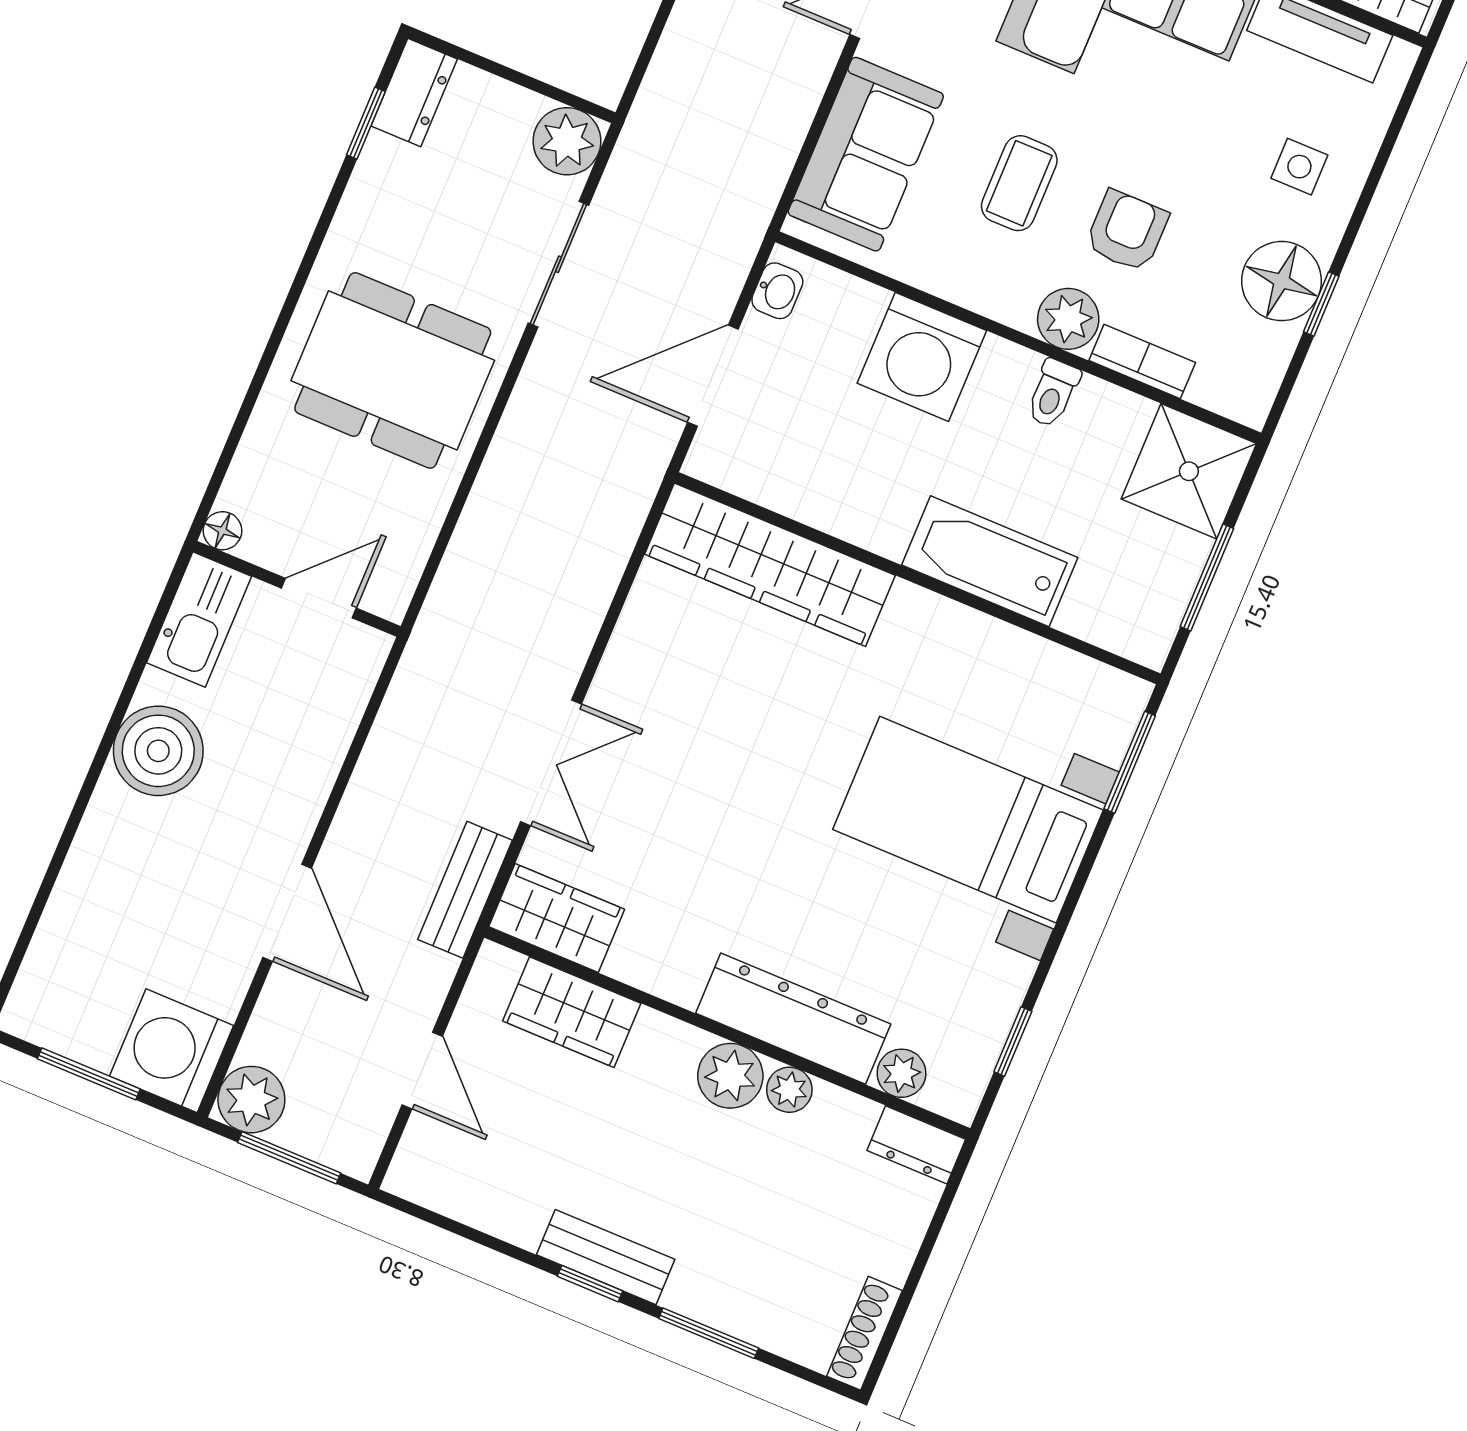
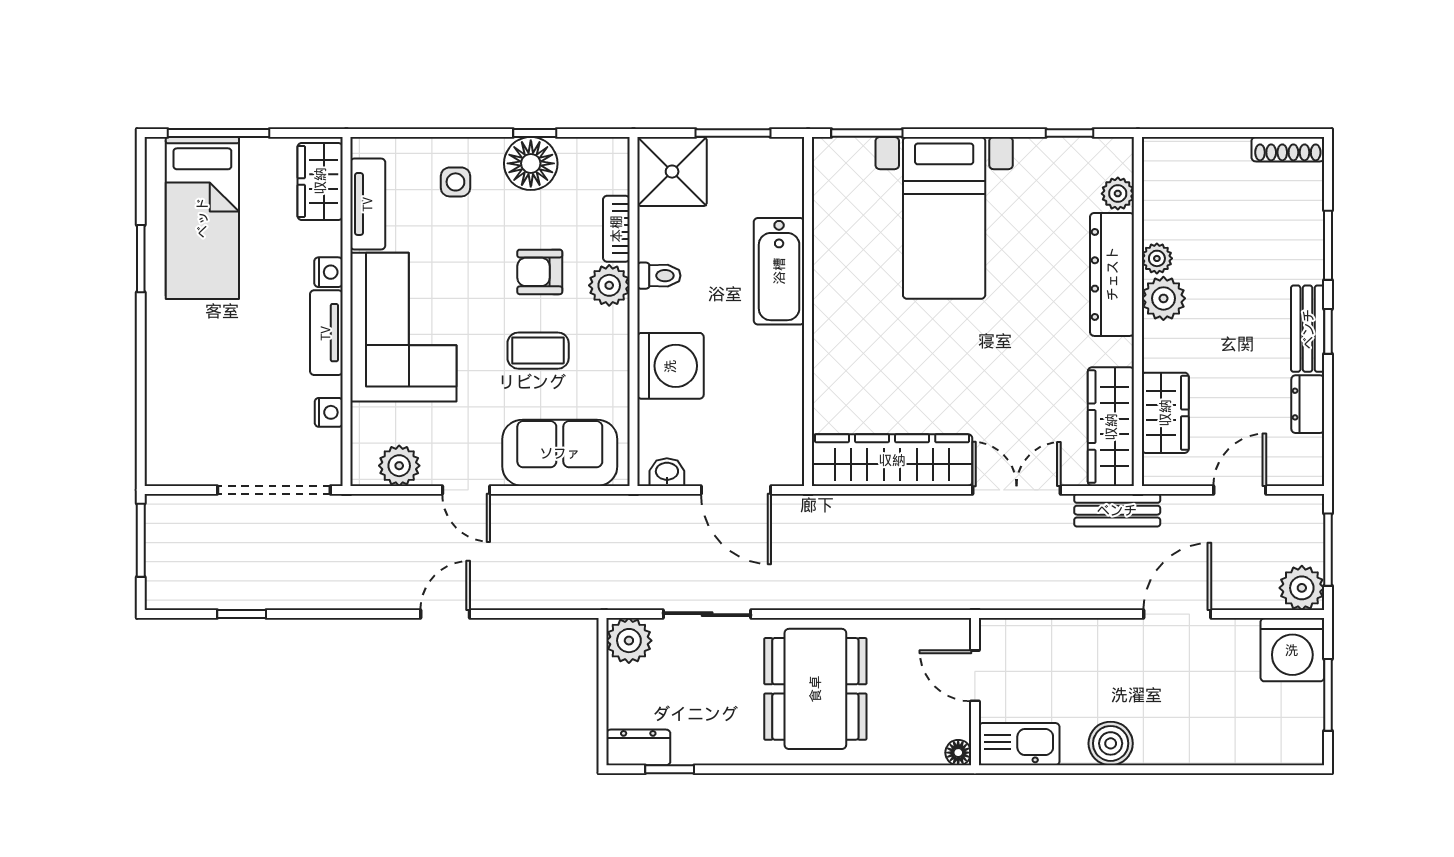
wardrobe: (770, 565) -> (892, 460), moved, turned -90
boiler: (158, 751) -> (1111, 743), width x0.73, depth x0.73
wardrobe: (557, 918) -> (1111, 427), width x1.50
dresser: (916, 1145) -> (1308, 404), moved, turned 180

